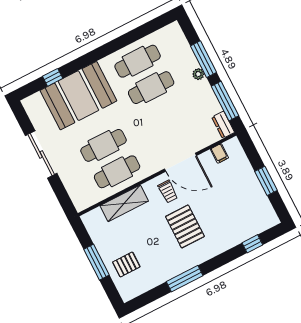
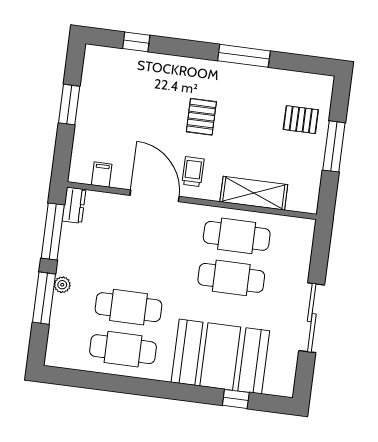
pallet: (185, 226) -> (201, 117), width x0.67, depth x0.71

